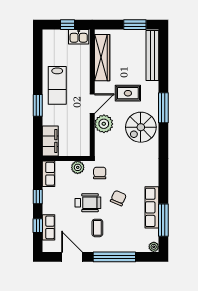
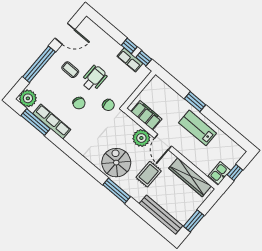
filing cabinet: (50, 141) -> (146, 115), moved, turned 180
plant: (78, 167) -> (126, 93), removed
row of seats: (49, 174) -> (130, 60), moved
wheelchair: (88, 203) -> (94, 78), turned 180
window: (38, 226) -> (144, 58), moved
row of seats: (49, 227) -> (100, 35), removed
plant: (154, 247) -> (28, 98), width x1.87, depth x1.87

